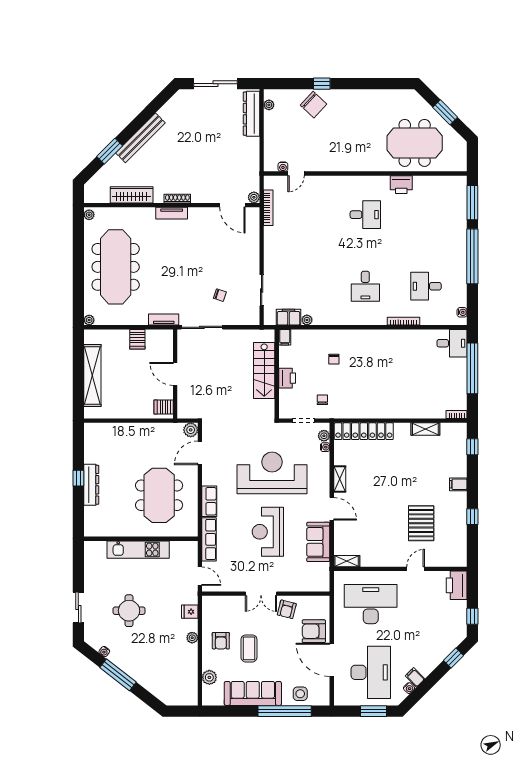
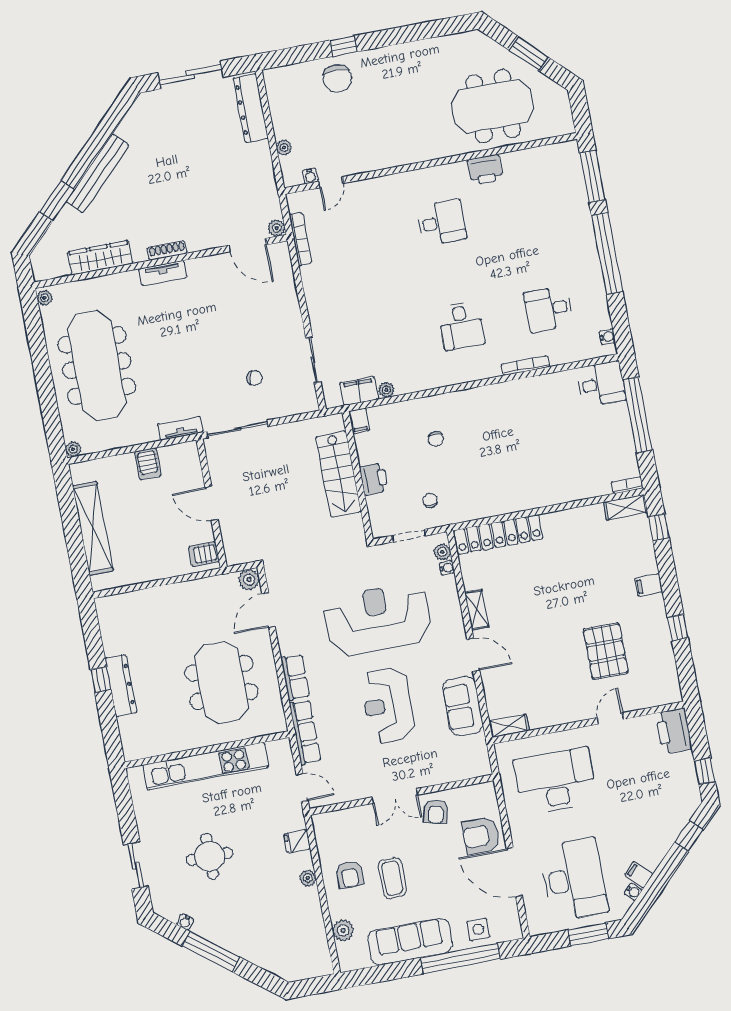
plant: (269, 105) -> (284, 148), moved
chair: (313, 105) -> (337, 78), turned 47
shelving: (425, 429) -> (626, 507), moved
kitchen unit: (138, 550) -> (206, 766), width x1.36

